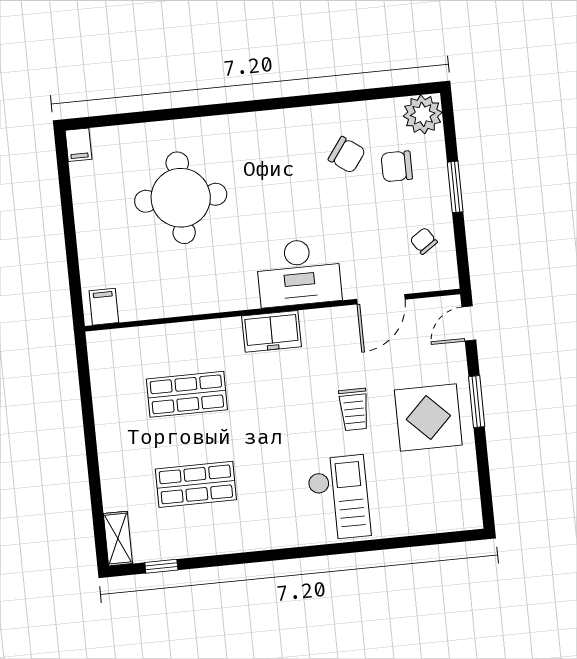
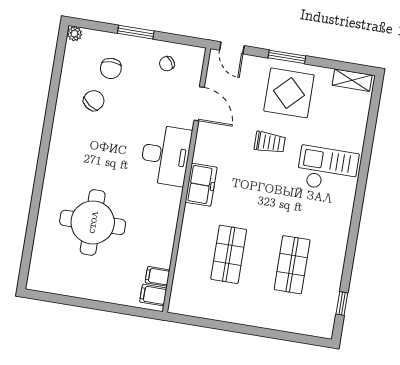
plant: (423, 114) -> (75, 34), width x0.53, depth x0.53
filing cabinet: (78, 145) -> (157, 276), moved, turned 180
shelving: (118, 539) -> (352, 80), moved

